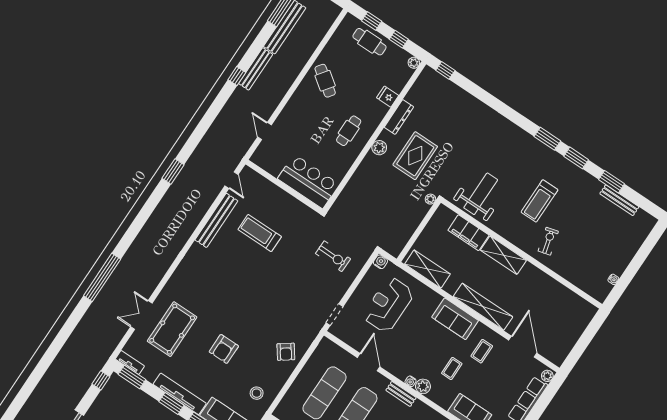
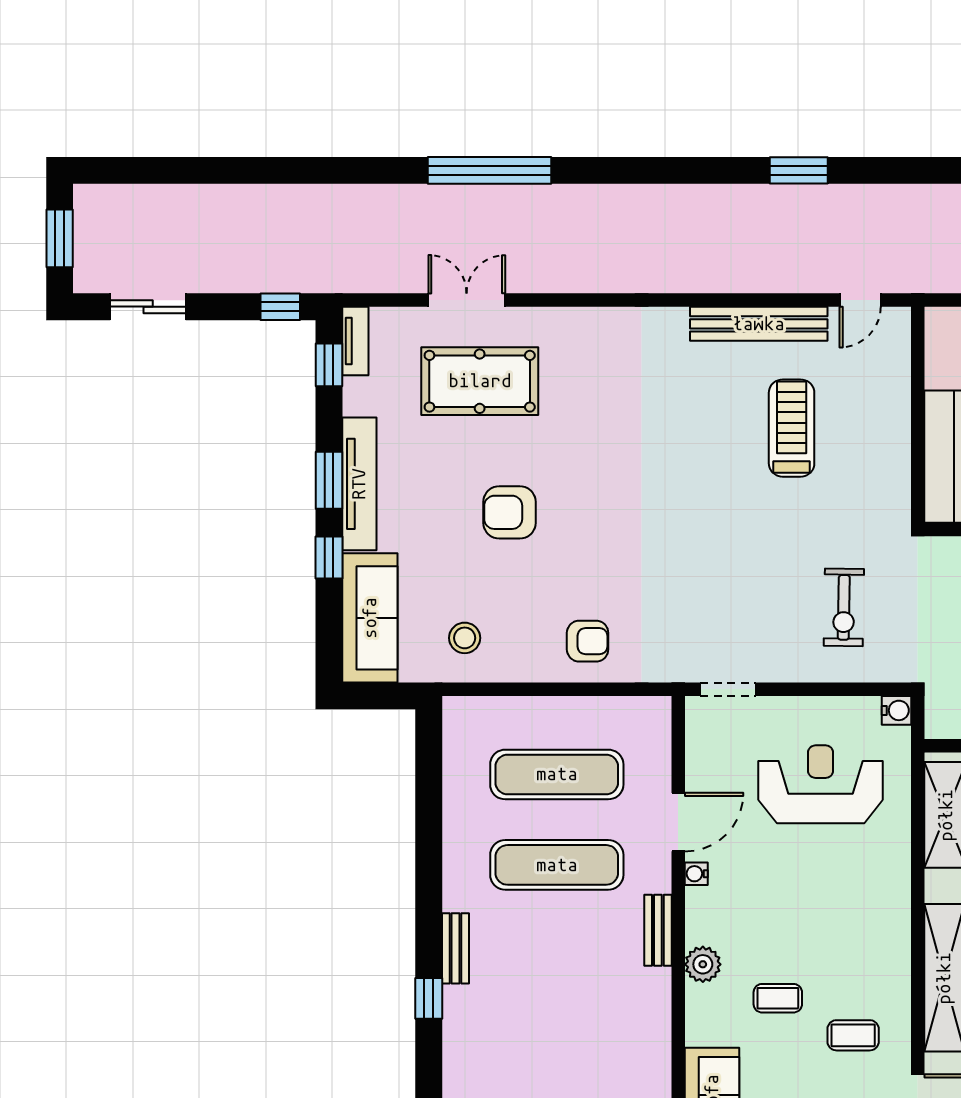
sofa: (455, 319) -> (882, 938), removed
armchair: (286, 352) -> (588, 641), turned -144
window: (132, 377) -> (329, 365), width x0.67
water cooler: (411, 381) -> (696, 874), moved

